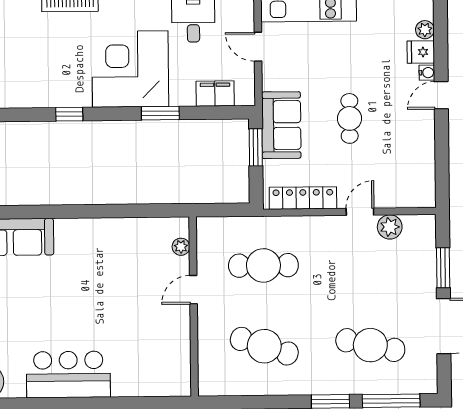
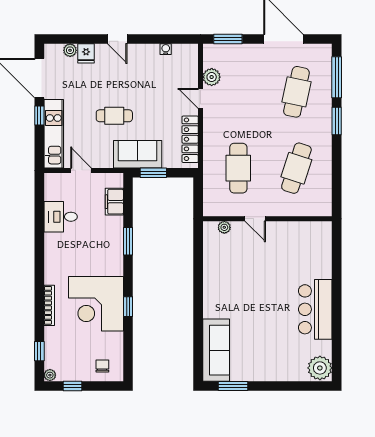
door: (258, 47) -> (81, 170), swing flipped
corner desk: (130, 69) -> (96, 304), moved
water cooler: (427, 73) -> (166, 49), moved
cafe table: (349, 118) -> (114, 116), moved
window: (443, 268) -> (228, 39), moved

